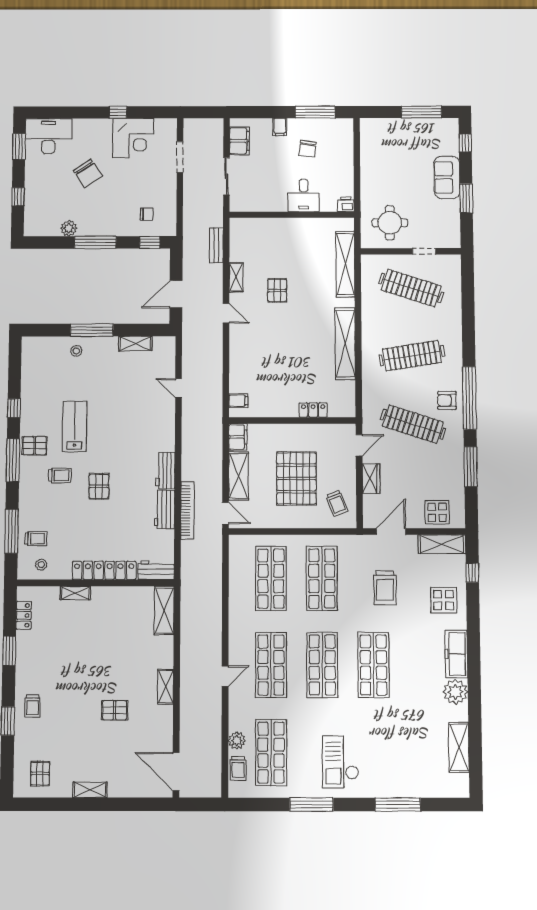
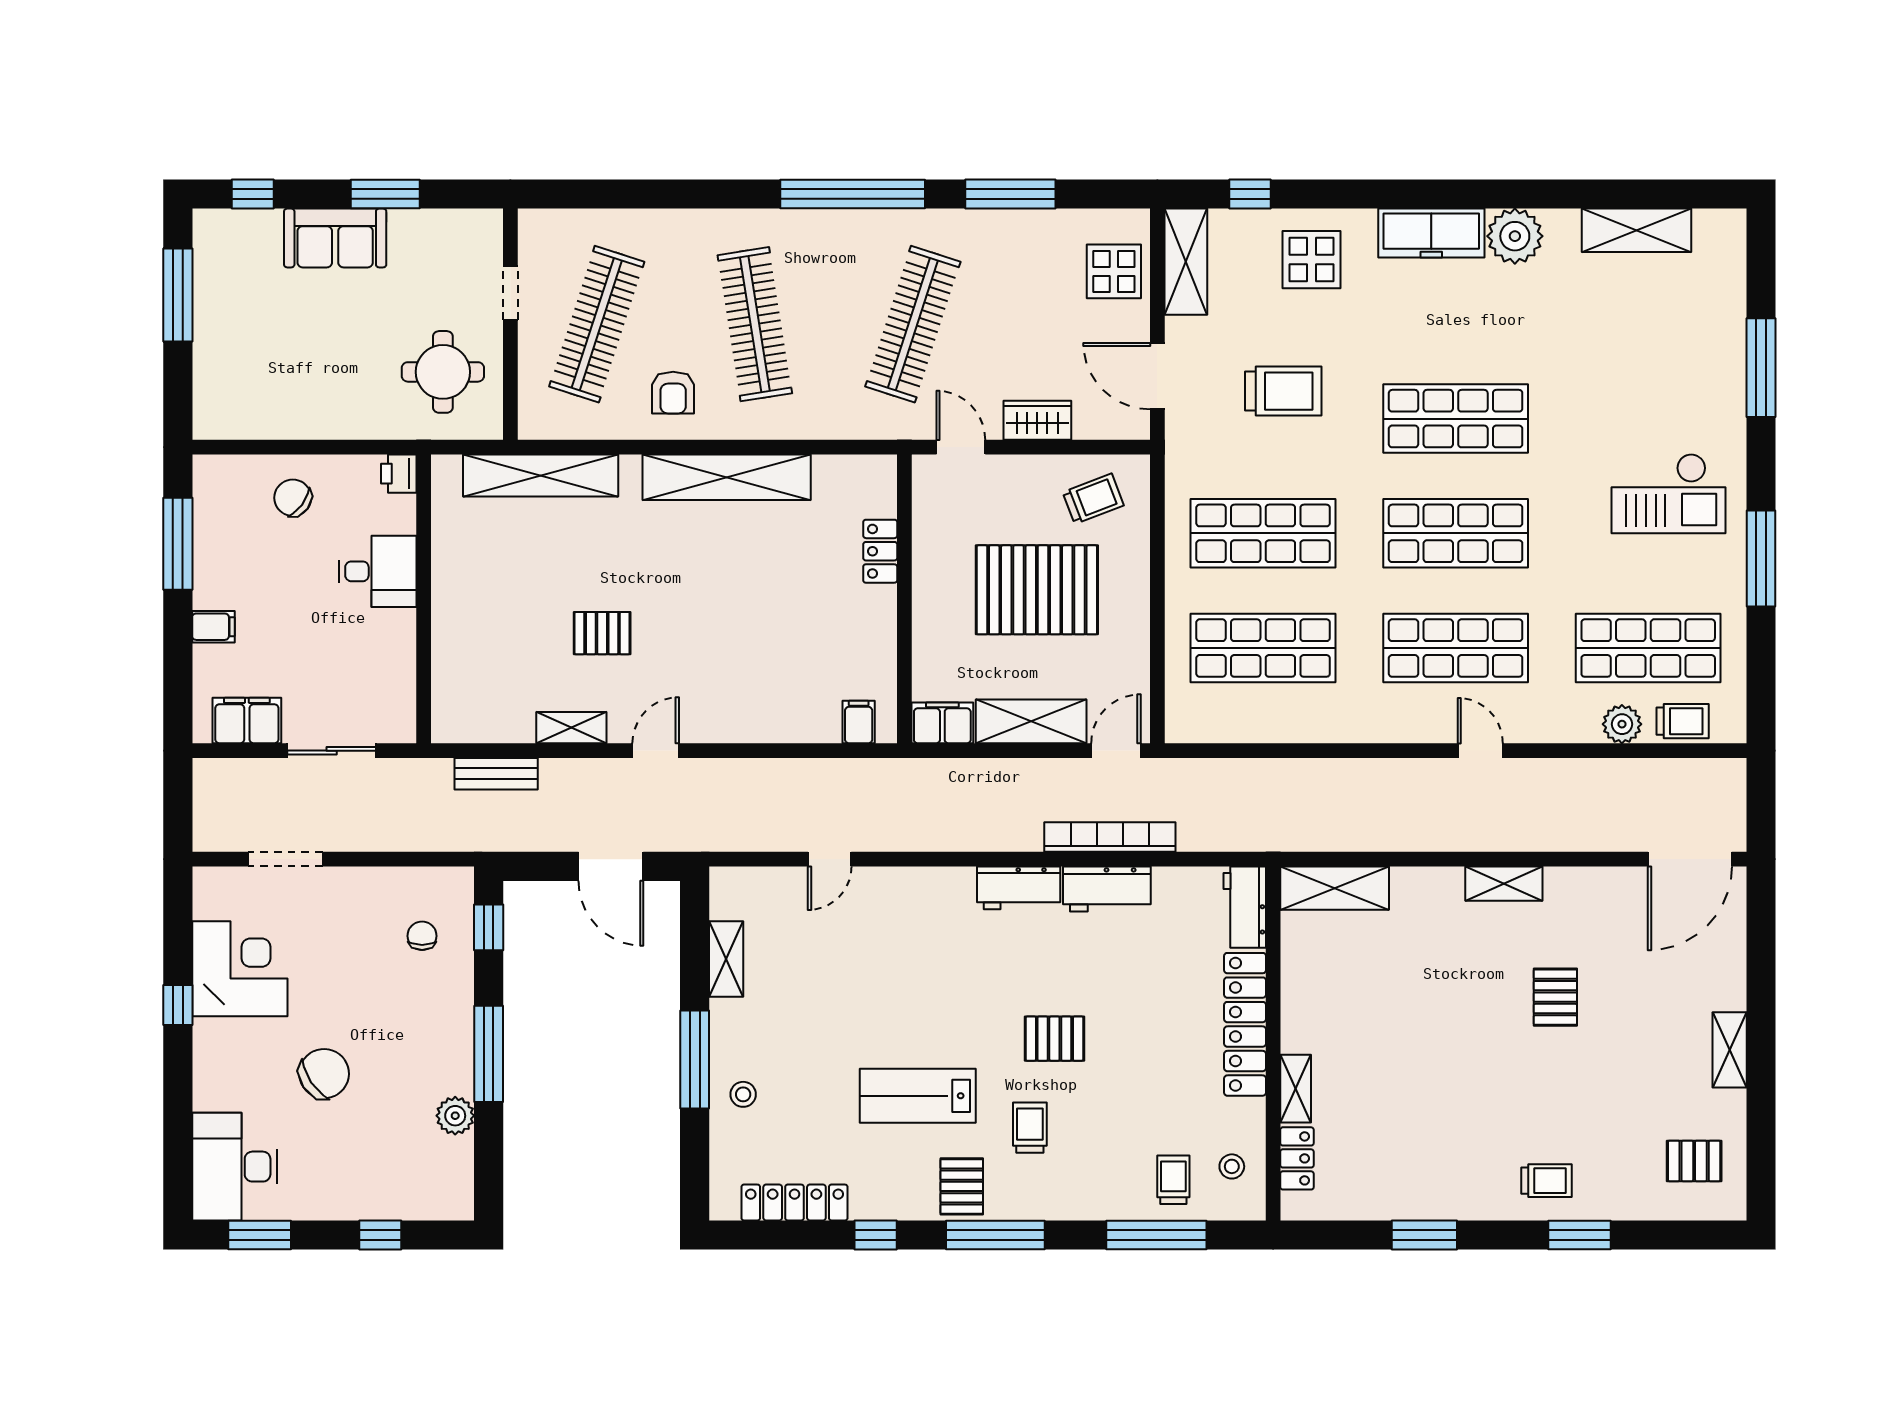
chair: (307, 149) -> (293, 498), moved, turned -152
locker: (29, 373) -> (795, 1202), added
armchair: (447, 400) -> (673, 393), moved
locker: (24, 615) -> (1297, 1158), moved, turned 90

